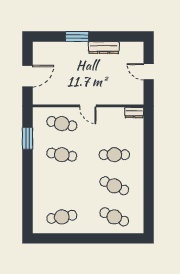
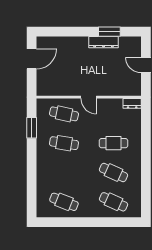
window: (77, 36) -> (109, 32), moved
door: (27, 76) -> (32, 59), moved
cafe table: (62, 217) -> (64, 202), turned 30

